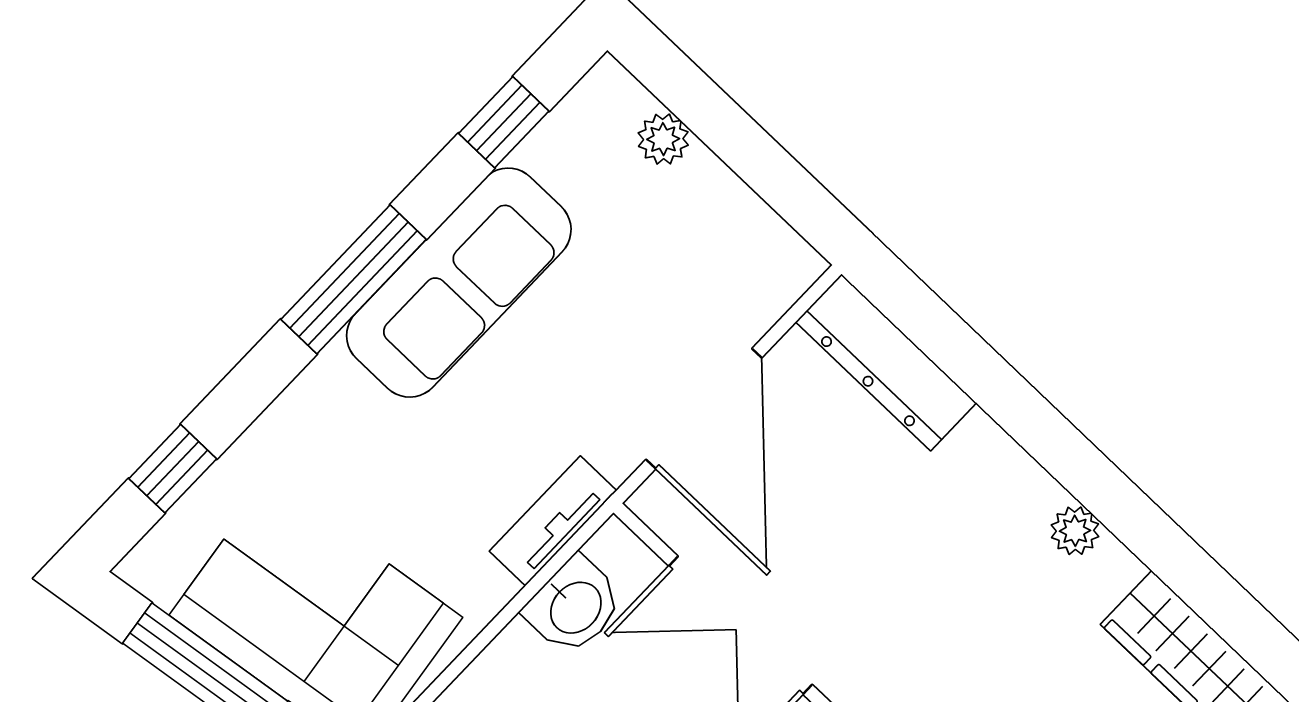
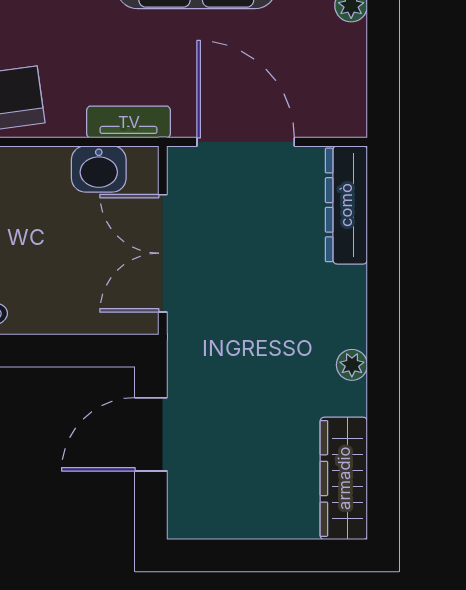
door: (704, 409) -> (246, 142), swing flipped

